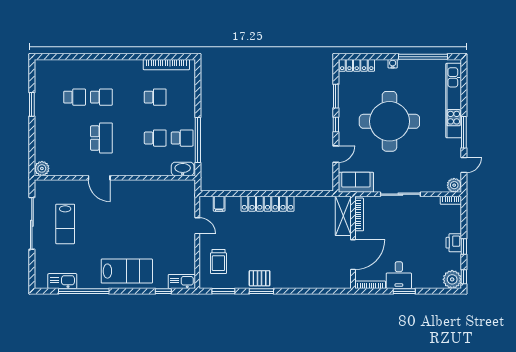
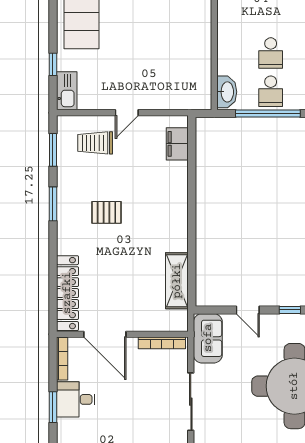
filing cabinet: (219, 204) -> (177, 144), width x2.00
locker: (268, 204) -> (67, 293), moved, turned 180
shelving: (343, 216) -> (177, 281), moved, turned 90
door: (197, 226) -> (127, 113), moved
pallet: (260, 278) -> (106, 212), moved, turned 90

